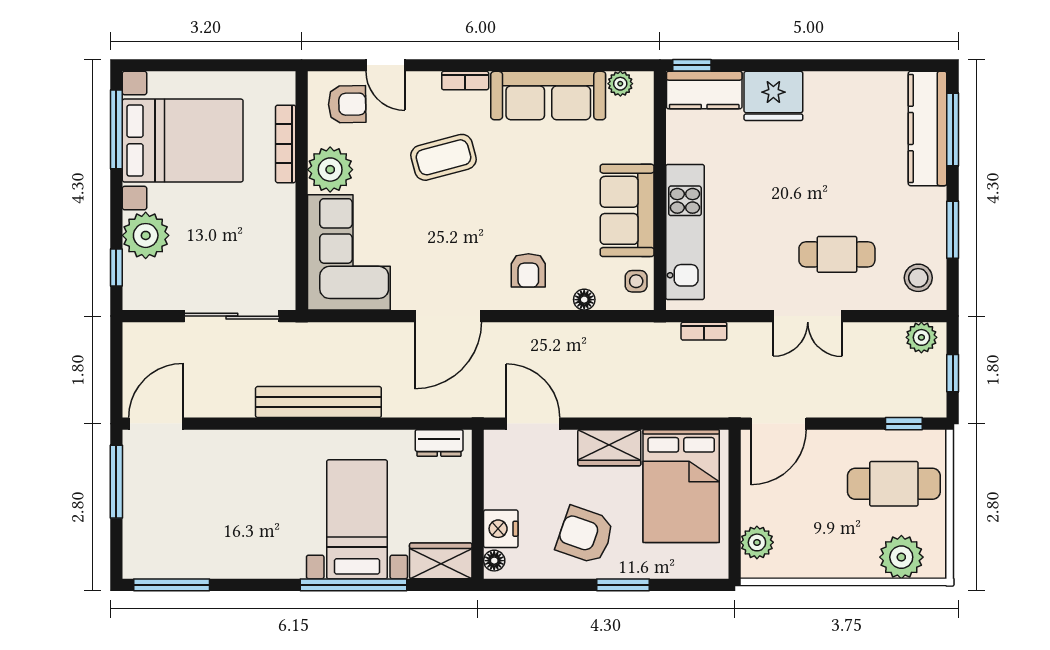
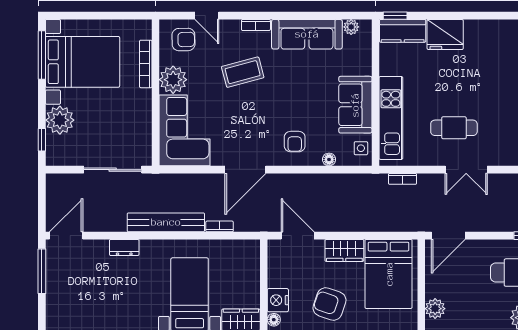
cafe table: (837, 254) -> (454, 128), moved
bookcase: (406, 409) -> (220, 226), added
dresser: (439, 443) -> (124, 247), moved

